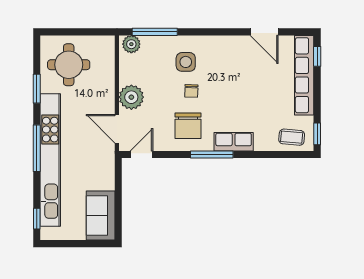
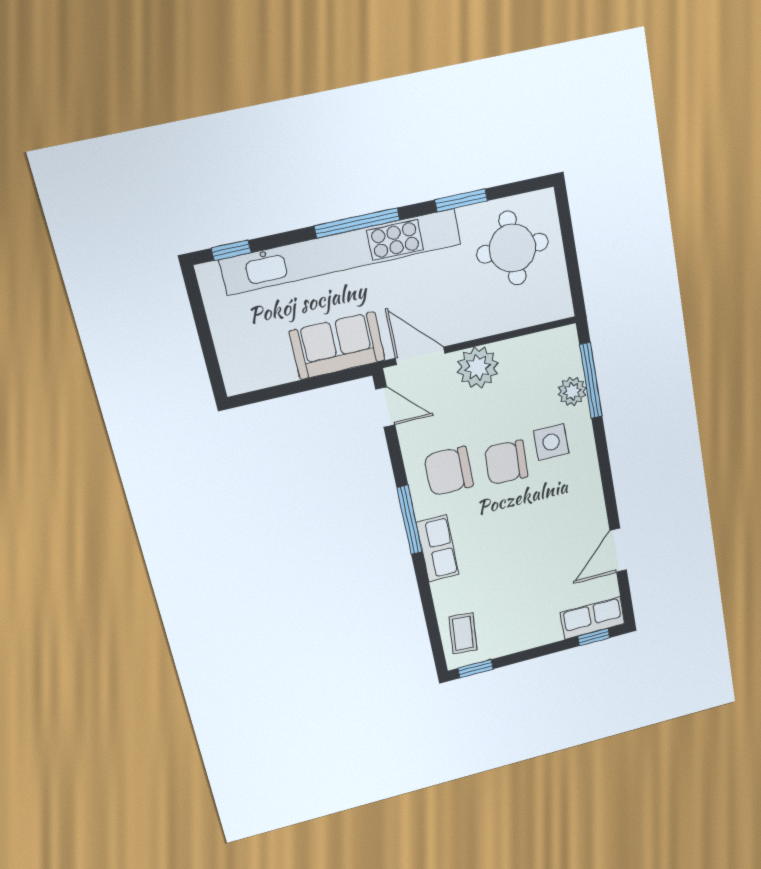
plant: (131, 44) -> (572, 391), moved
row of seats: (304, 75) -> (593, 618), width x0.50
chair: (191, 91) -> (506, 462), width x1.87, depth x1.87
door: (117, 129) -> (420, 356), hinge flipped
sofa: (101, 216) -> (337, 346), moved

